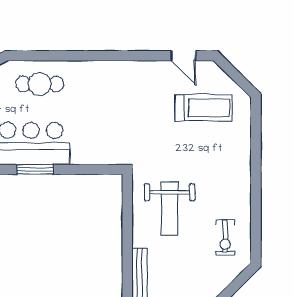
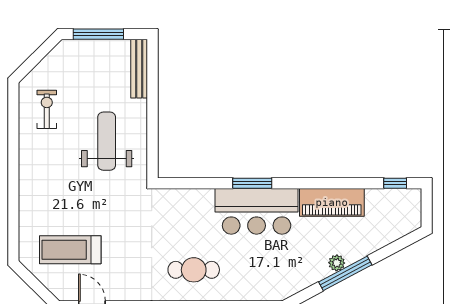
cafe table: (40, 84) -> (194, 270), moved

